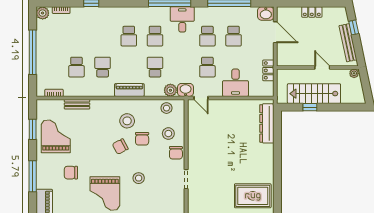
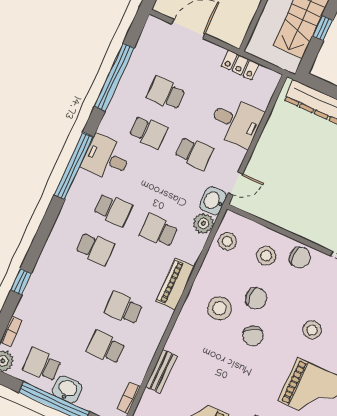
washbasin: (266, 13) -> (67, 390), moved, turned -90
school desk: (50, 36) -> (42, 365), added
school desk: (234, 36) -> (166, 93), turned 180
school desk: (76, 67) -> (106, 347), turned 180

